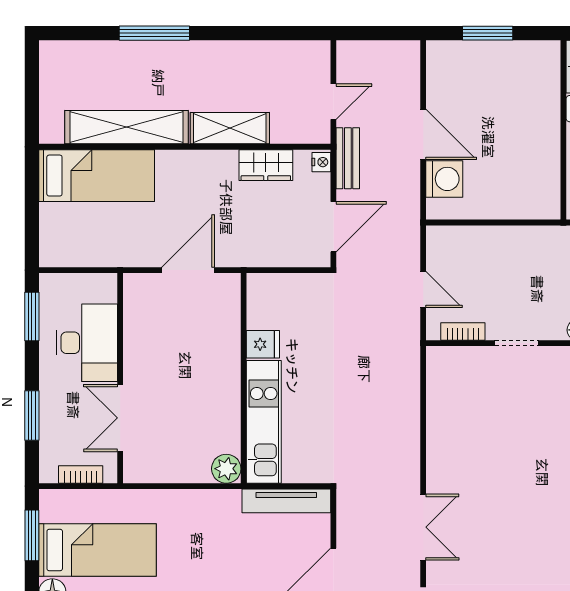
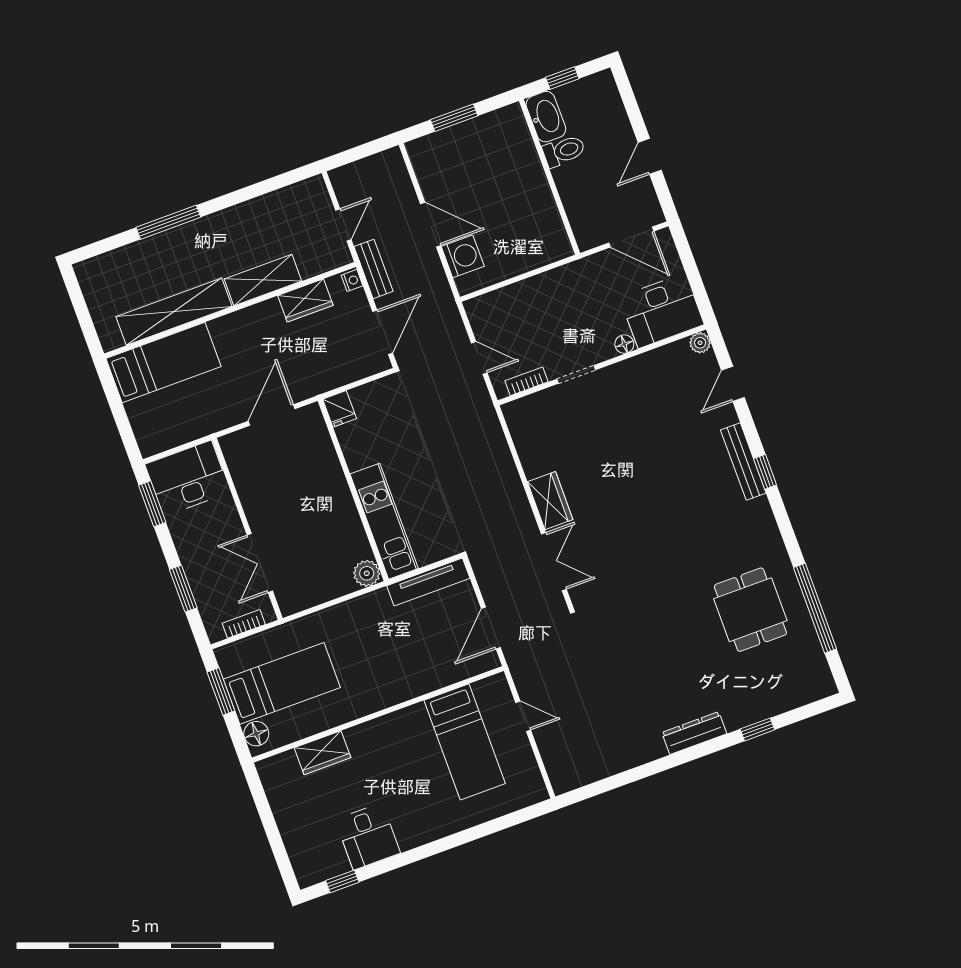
desk: (87, 343) -> (187, 478), moved, turned -90
fridge: (263, 344) -> (340, 409), moved, turned 90
wardrobe: (442, 463) -> (550, 501), added

